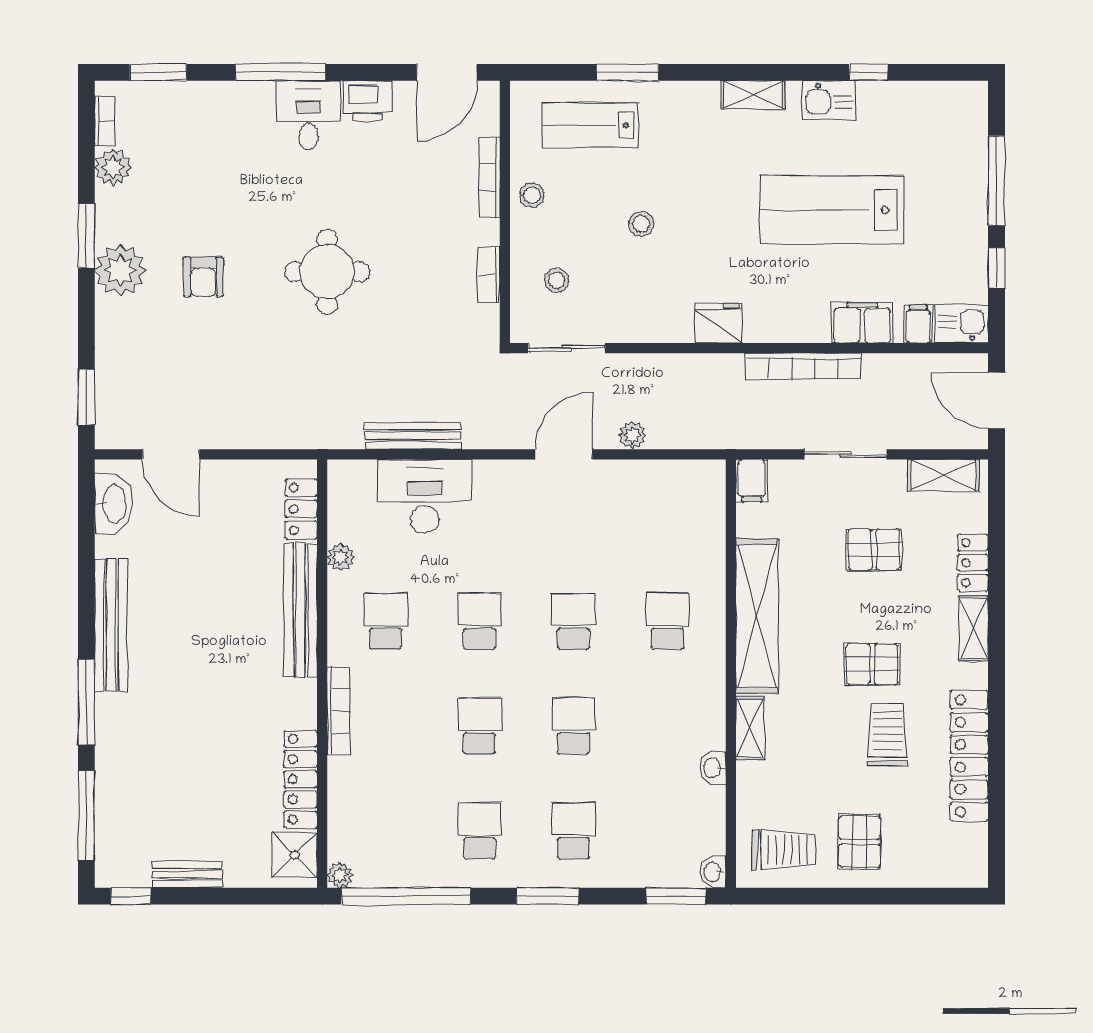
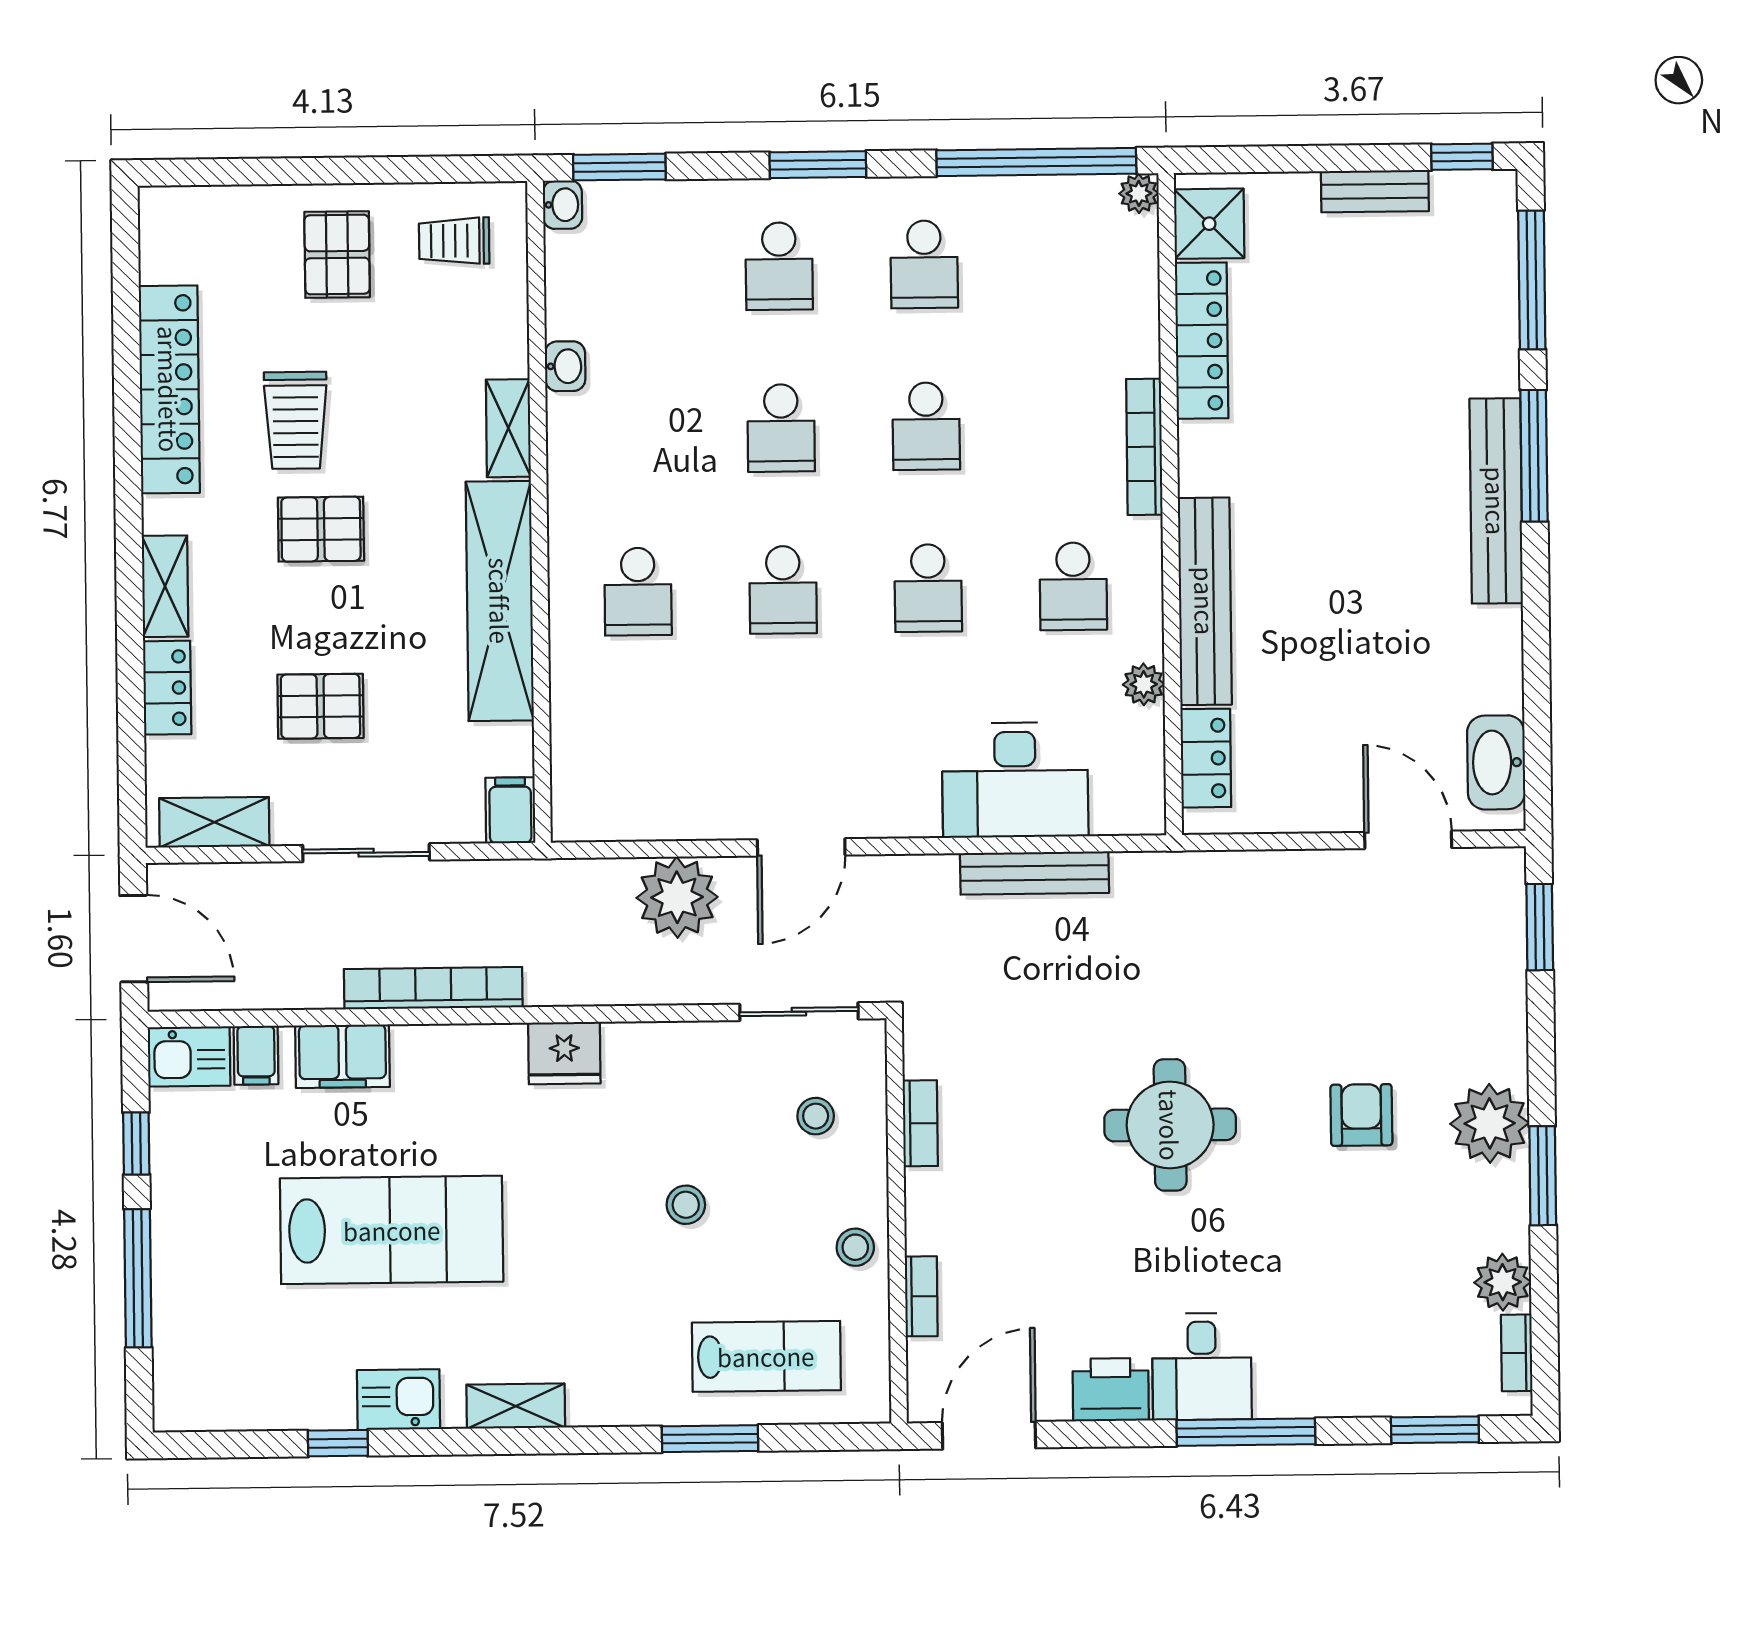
bookcase: (490, 177) -> (921, 1296), width x0.64
plant: (632, 435) -> (677, 897), width x1.88, depth x1.88
bench: (111, 625) -> (1496, 501), moved
trolley: (784, 850) -> (454, 241), width x0.73, depth x0.72

